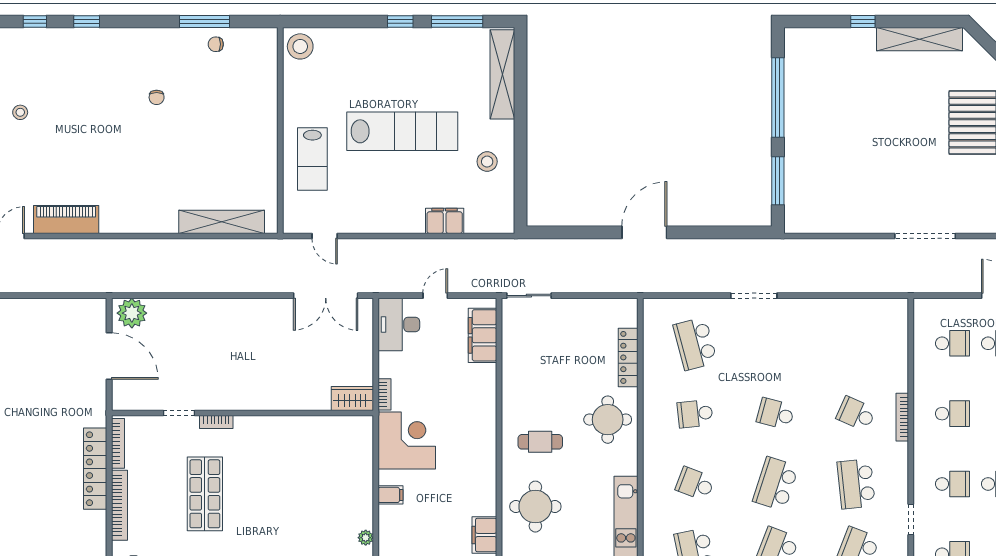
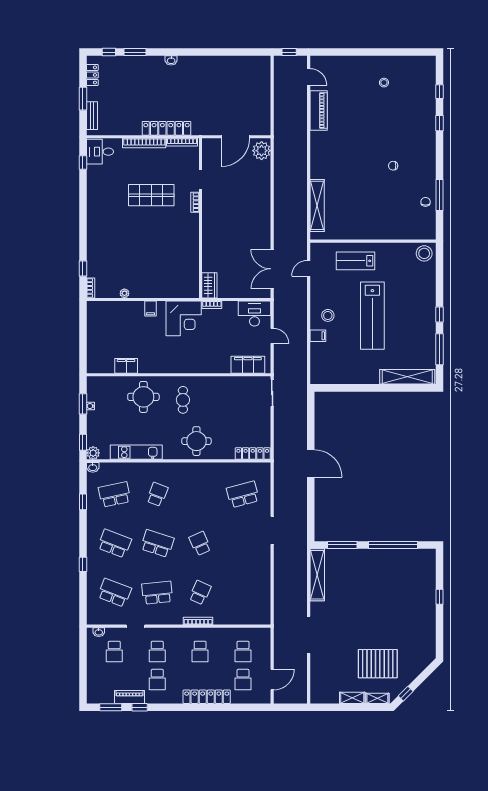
shelving: (919, 39) -> (317, 575), moved
stool: (487, 162) -> (328, 315), moved
filing cabinet: (445, 221) -> (318, 336), width x0.50
locker: (628, 357) -> (253, 454), moved
school desk: (695, 414) -> (200, 494), removed
school desk: (776, 414) -> (200, 544), turned -39

